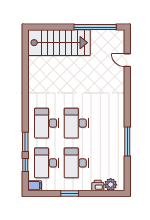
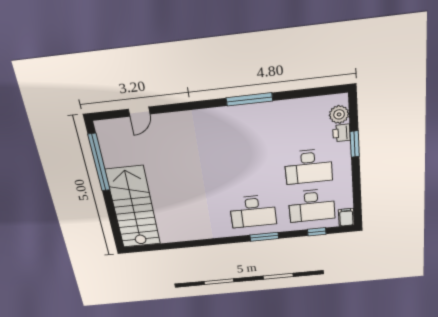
desk: (76, 123) -> (248, 173), removed
window: (127, 141) -> (249, 99), moved
window: (25, 142) -> (264, 237), moved
window: (70, 193) -> (355, 144), moved

